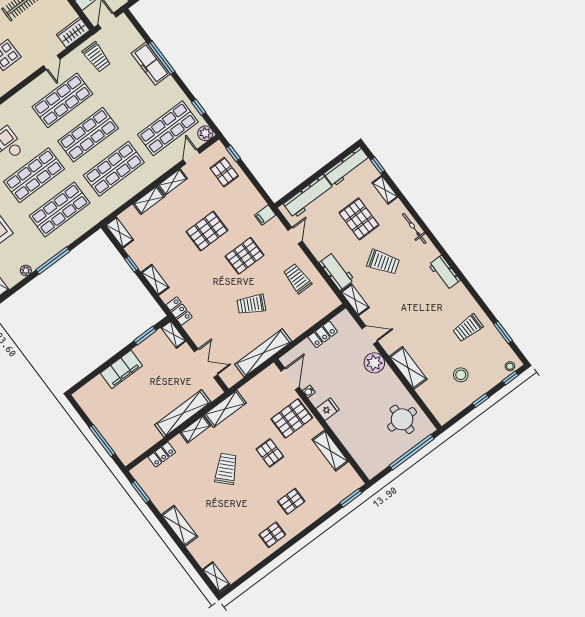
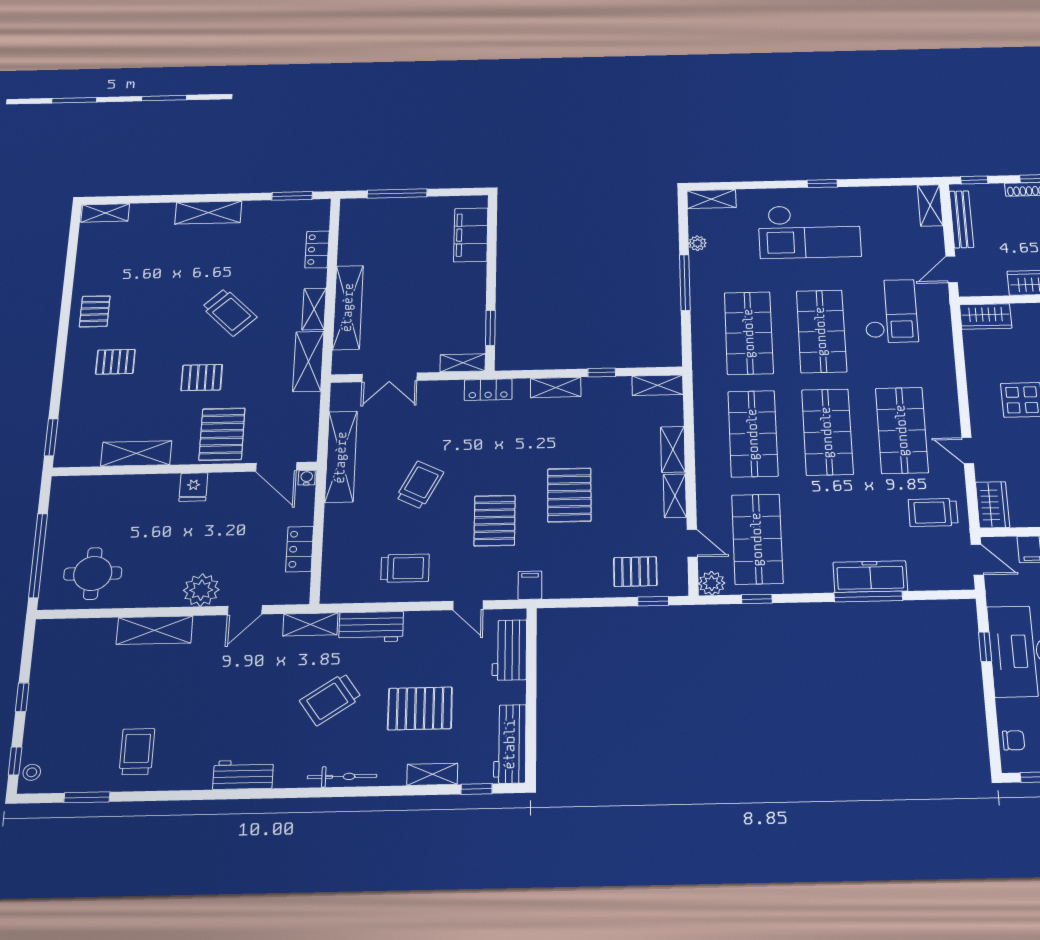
workbench: (308, 196) -> (509, 650), width x0.73
filing cabinet: (121, 369) -> (471, 235), moved
stool: (461, 375) -> (81, 695), removed
water cooler: (309, 392) -> (307, 478), moved
pallet: (291, 501) -> (115, 362), turned 90

